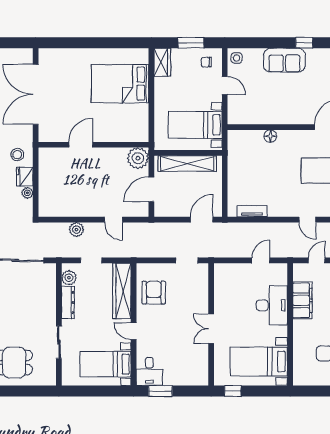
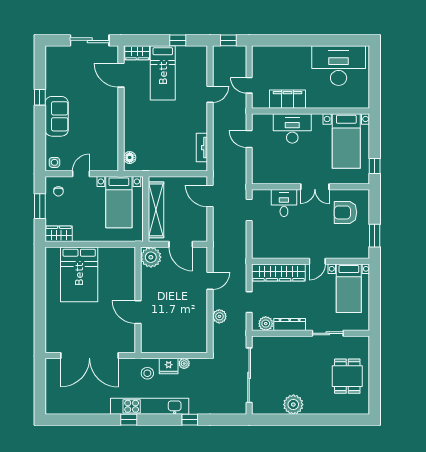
floor lamp: (270, 136) -> (130, 158), moved
armchair: (154, 293) -> (345, 212), moved
desk: (149, 371) -> (284, 203), moved, turned -90

